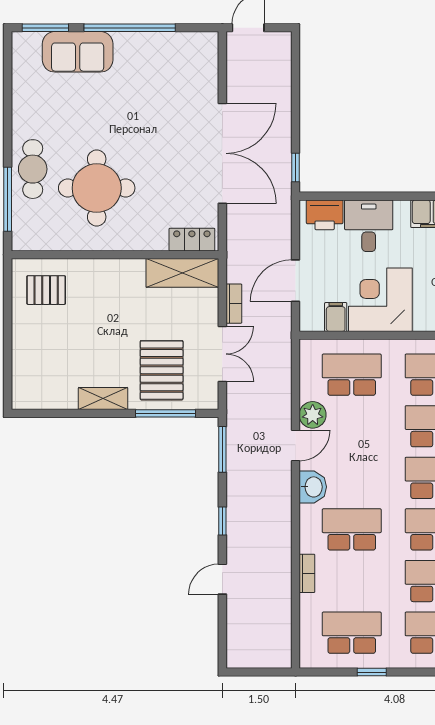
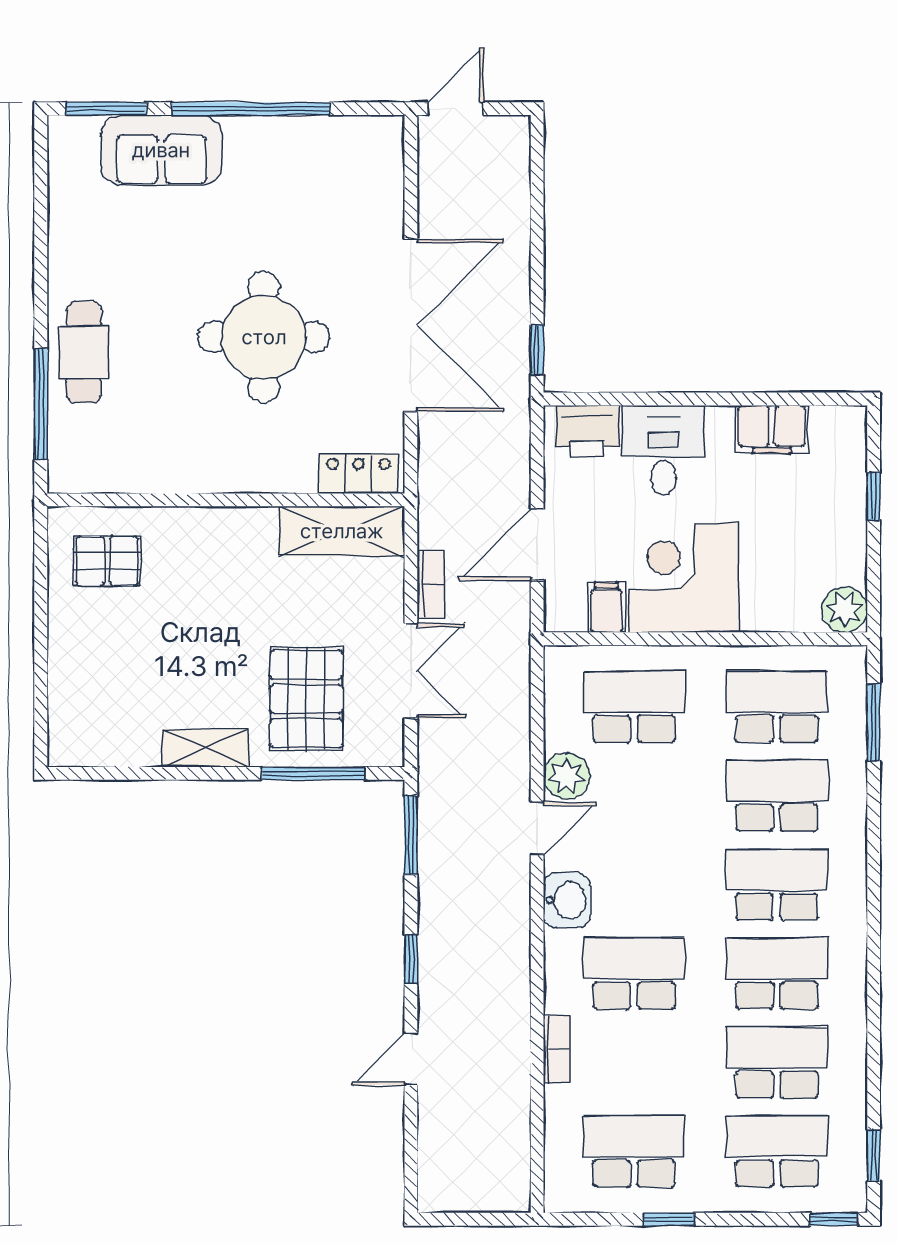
round table: (97, 188) -> (264, 337), moved

